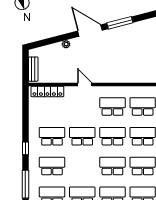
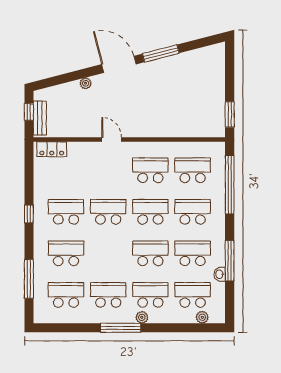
window: (25, 65) -> (29, 112), added
locker: (47, 91) -> (52, 149), width x0.66
window: (25, 148) -> (29, 214), moved

